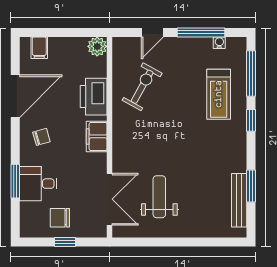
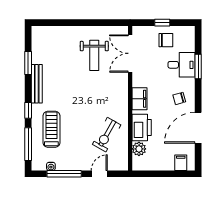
plant: (97, 46) -> (139, 149), moved
bench: (239, 200) -> (37, 84), moved

